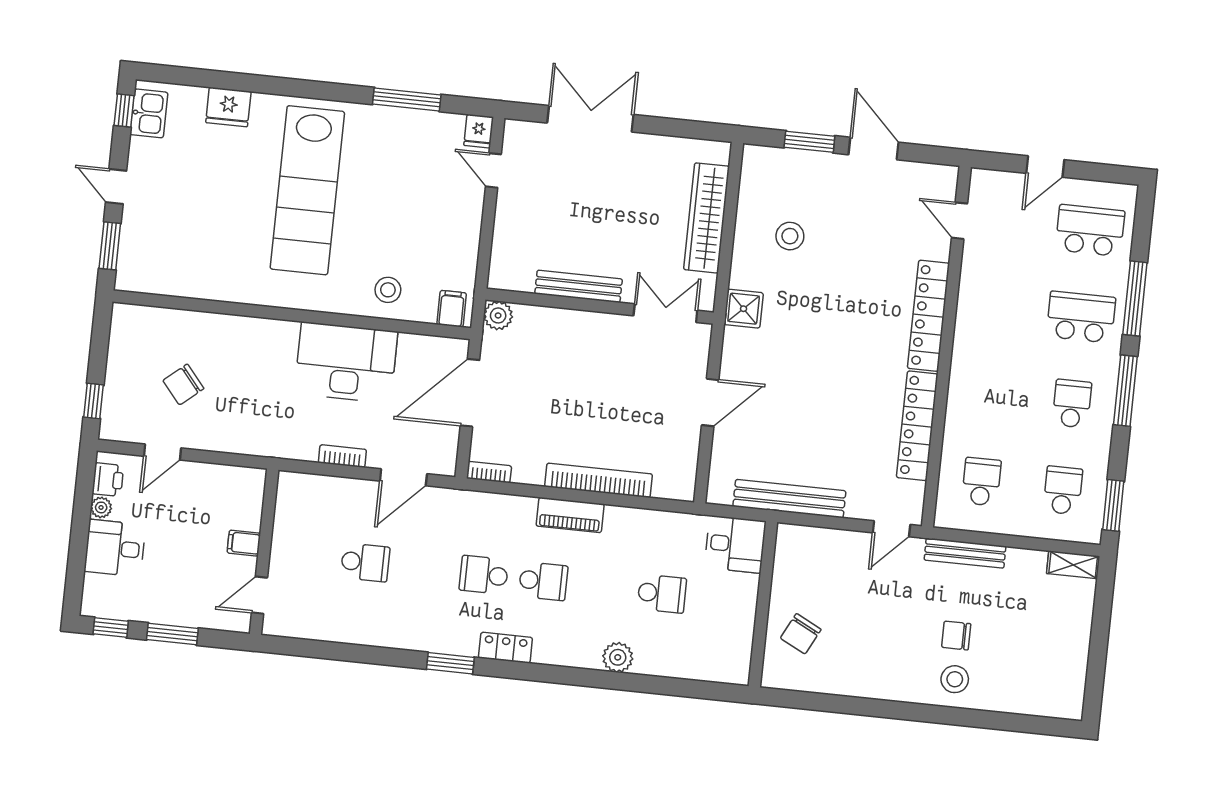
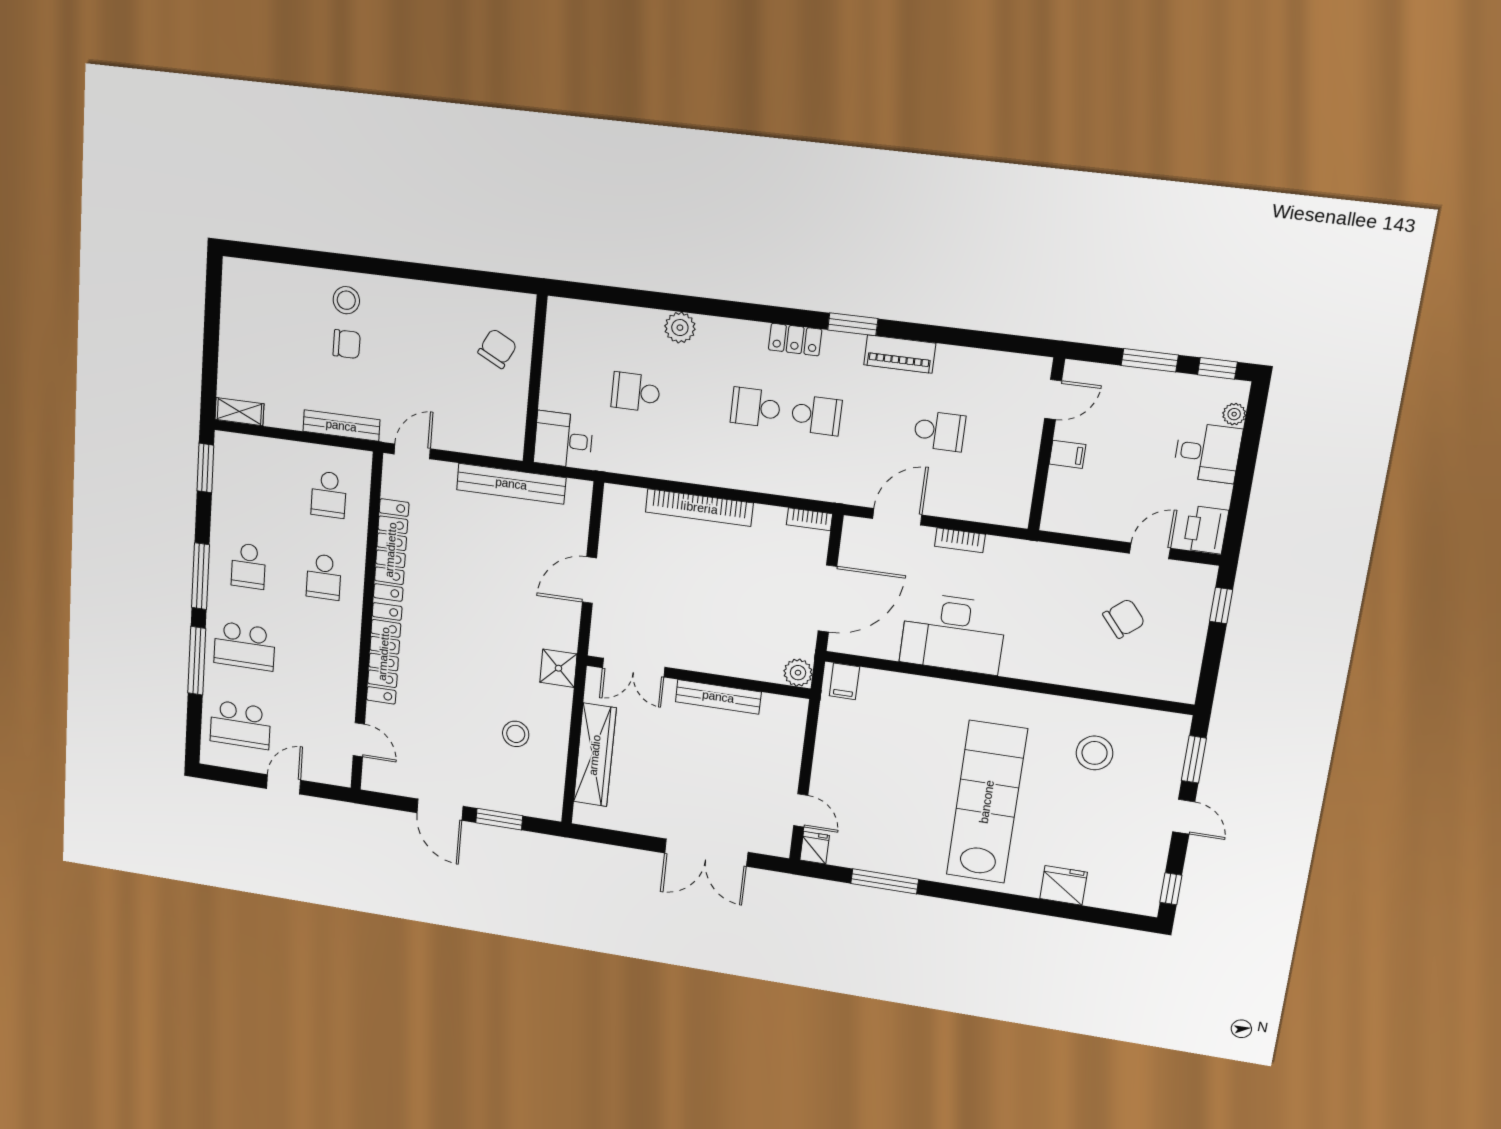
kitchen sink: (149, 113) -> (1145, 884), removed
stool: (388, 290) -> (1094, 753), moved, width x1.38, depth x1.38
printer: (108, 480) -> (1206, 530), width x1.36, depth x1.24
school desk: (1063, 490) -> (324, 577), moved
plant: (101, 507) -> (1234, 414), moved
piano: (570, 515) -> (900, 354), moved, turned 180
school desk: (365, 562) -> (939, 431), turned 180

